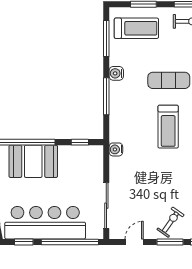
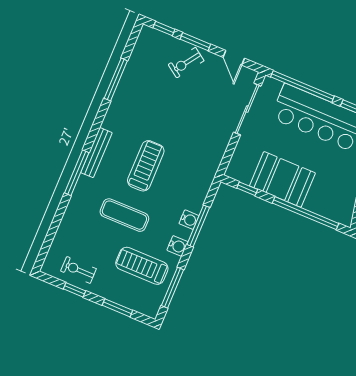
treadmill: (136, 28) -> (142, 266), moved
water cooler: (116, 149) -> (189, 220), moved
booth: (33, 161) -> (282, 179), moved
door: (134, 242) -> (234, 58), hinge flipped

